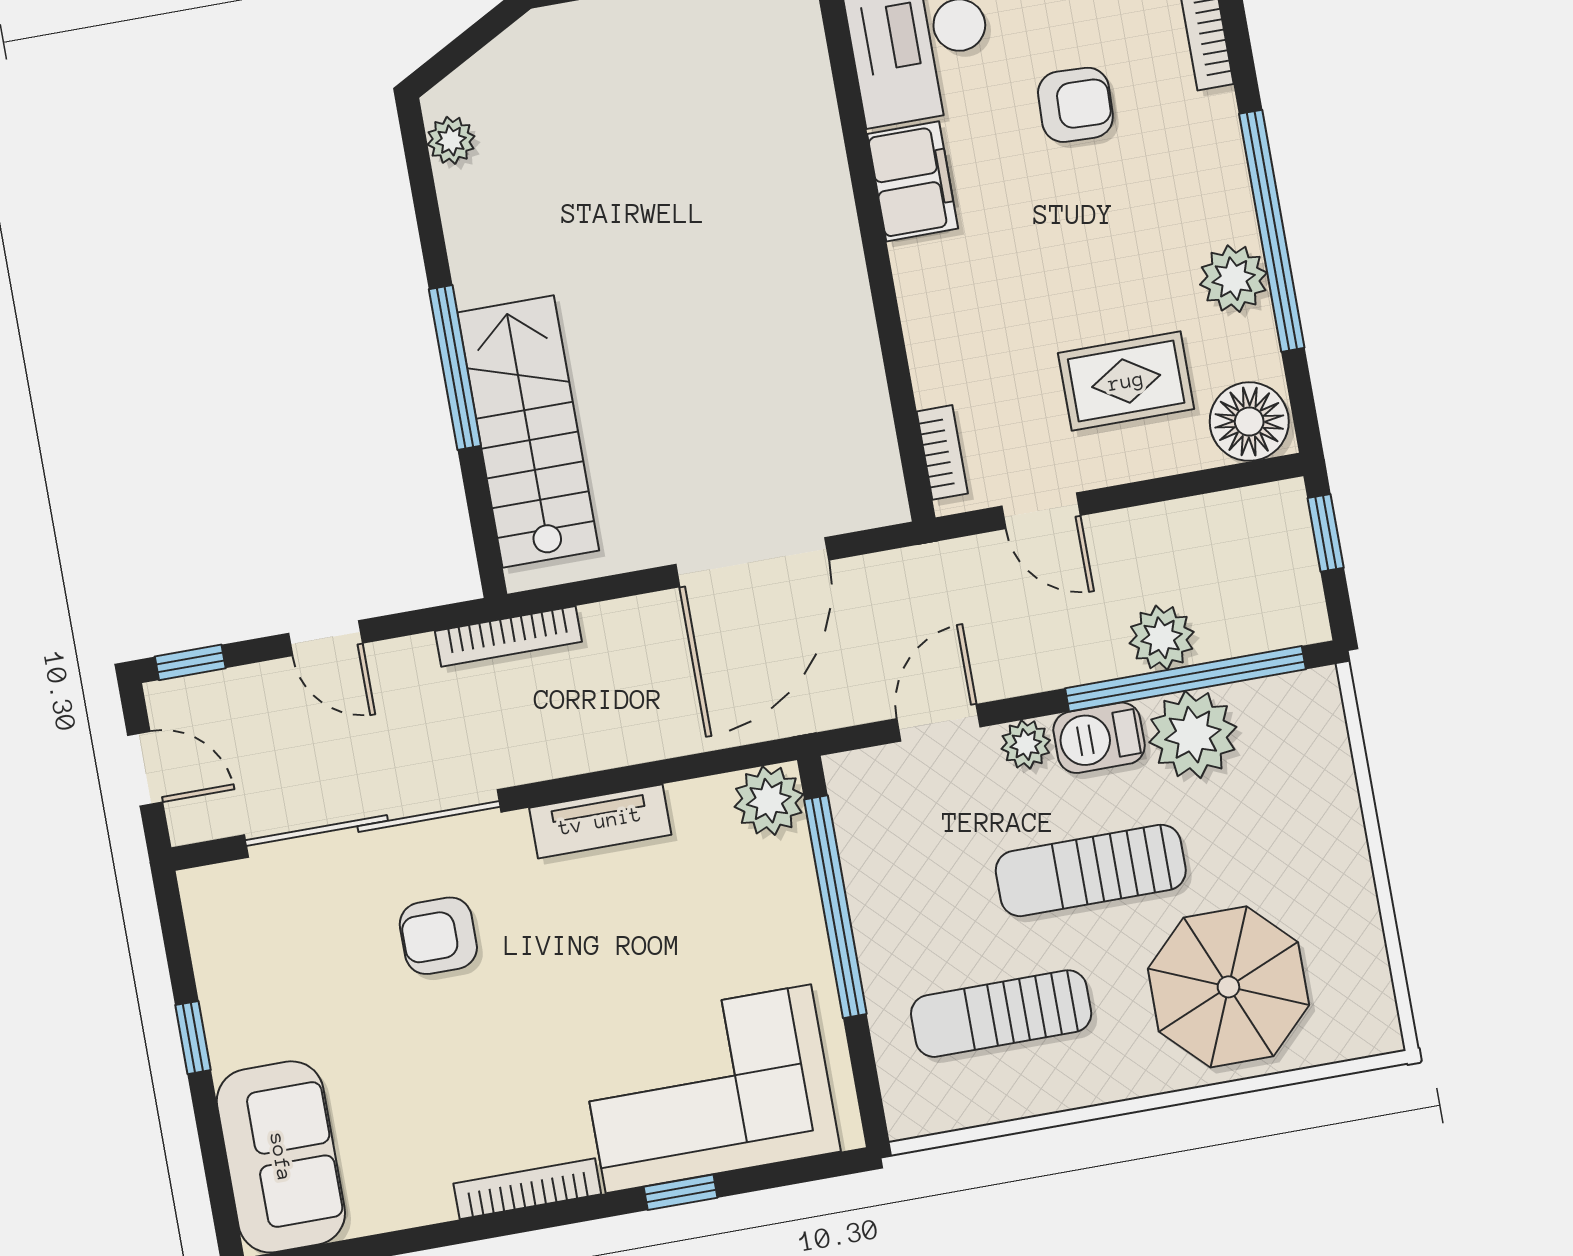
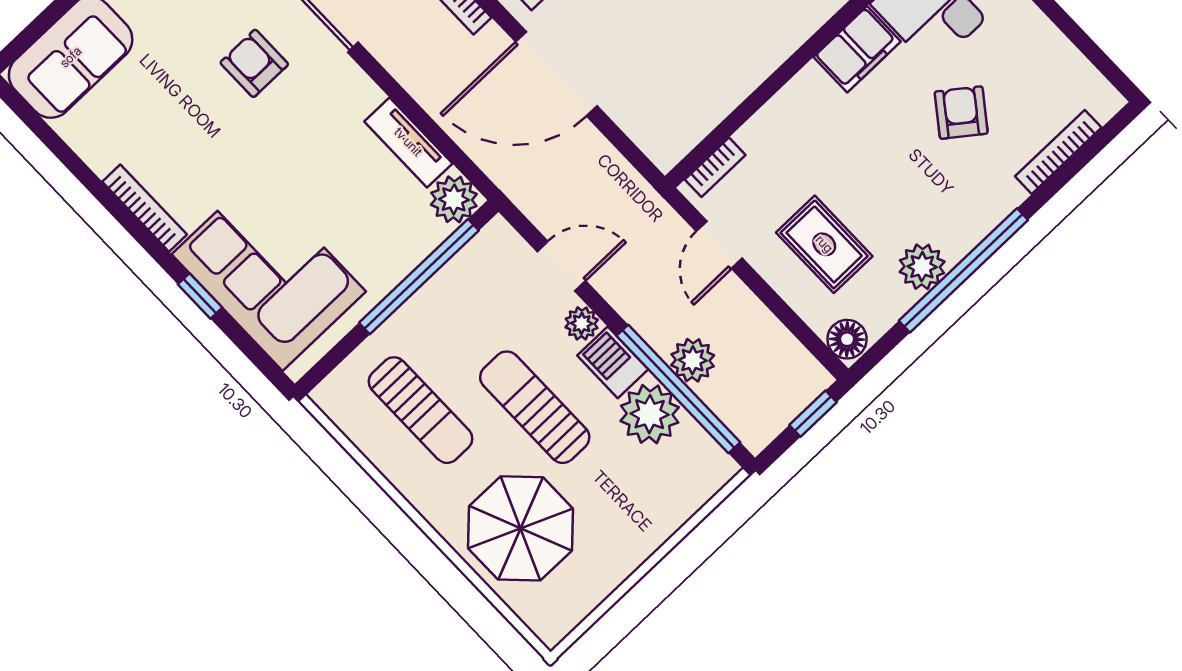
armchair: (1075, 105) -> (961, 113), turned -145
floor lamp: (1249, 422) -> (847, 339), width x0.73, depth x0.73
door: (752, 562) -> (556, 74), moved
tv unit: (600, 821) -> (408, 142), moved
sun lounger: (1001, 1014) -> (421, 410), turned 180

